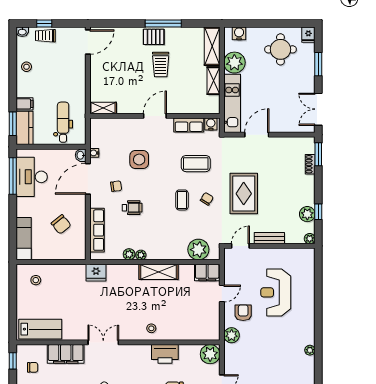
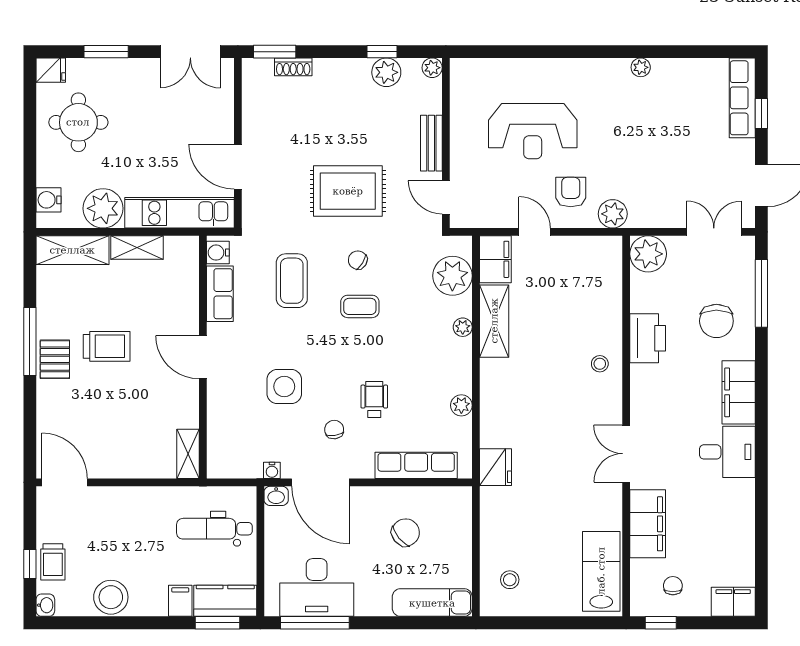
stool: (26, 67) -> (111, 597), width x1.89, depth x1.89
plant: (141, 255) -> (463, 327), moved
shelving: (159, 272) -> (494, 321), moved
armchair: (243, 313) -> (571, 192), turned 90

